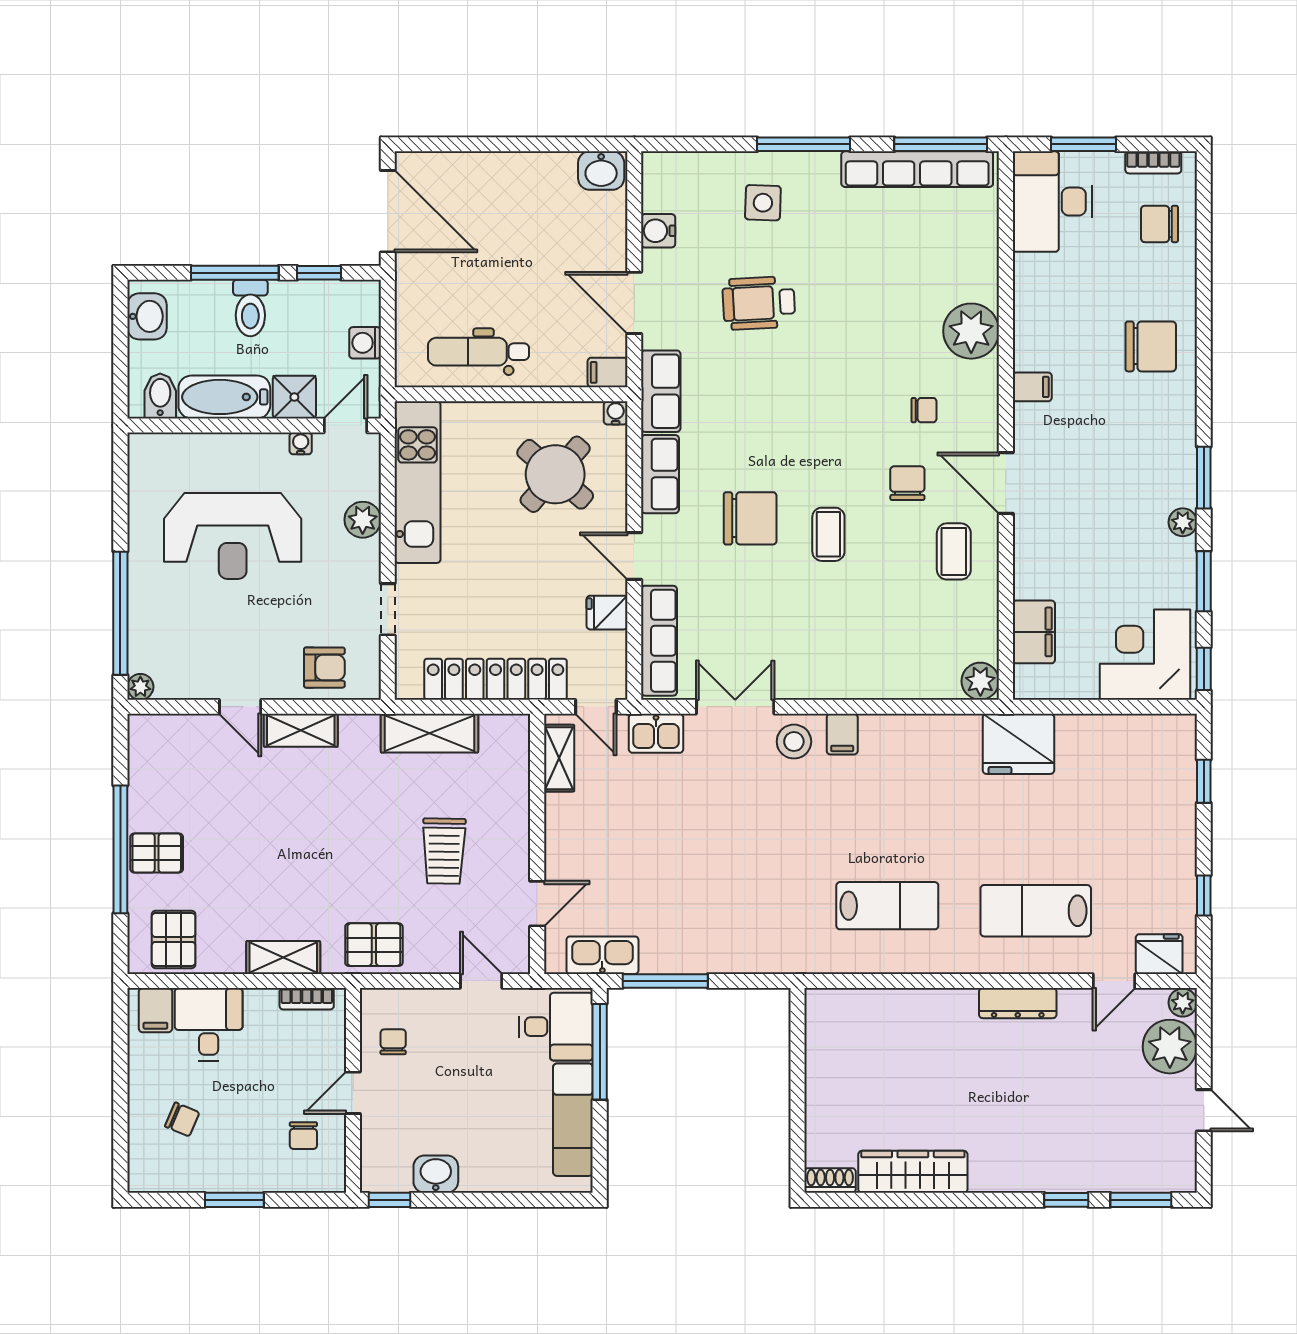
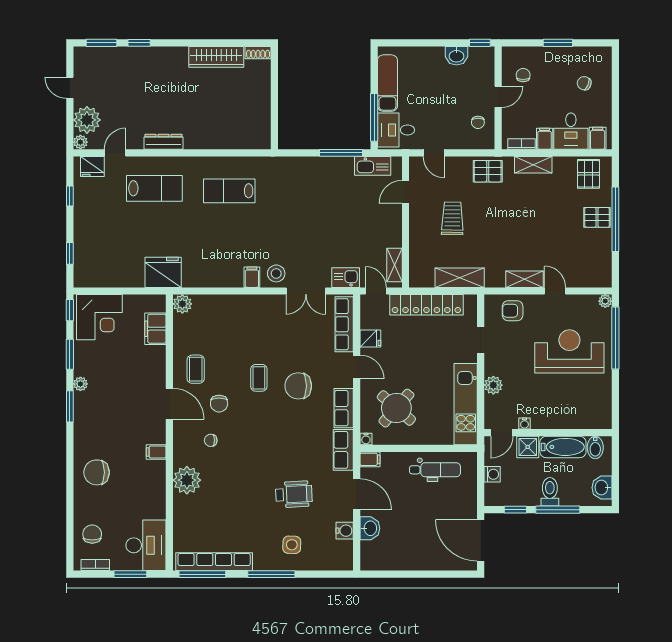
washbasin: (601, 171) -> (370, 528), moved, turned 90
chair: (1159, 224) -> (92, 534), turned -90
reception desk: (233, 536) -> (569, 351), moved
filing cabinet: (261, 1009) -> (545, 139), added

